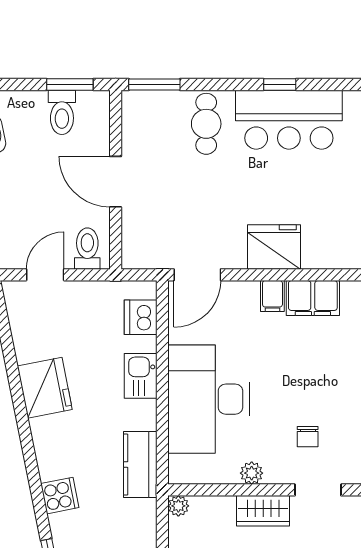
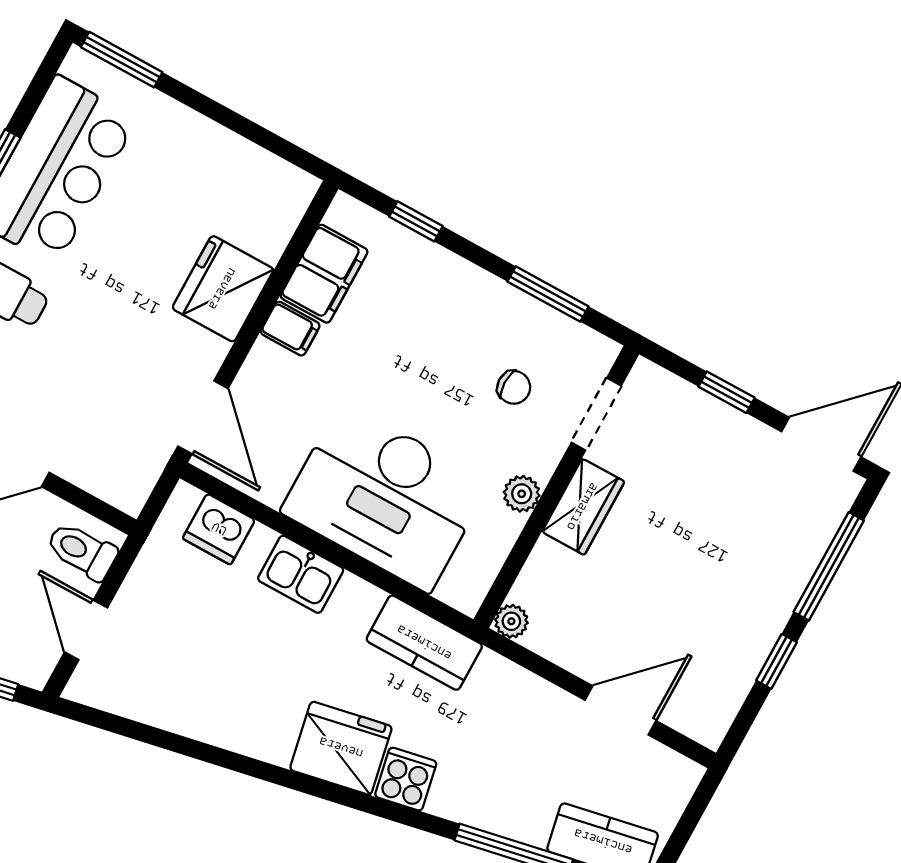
fridge: (45, 388) -> (341, 748), moved

